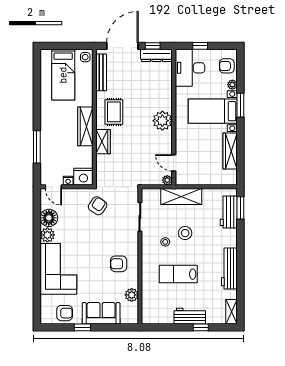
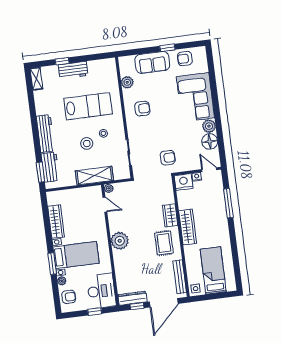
armchair: (98, 206) -> (168, 158), turned -124
workbench: (229, 268) -> (45, 134), moved
lab bench: (178, 274) -> (88, 106), width x1.36, depth x1.39

